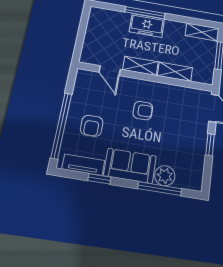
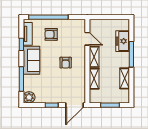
freezer: (147, 25) -> (123, 41), moved
shelving: (202, 32) -> (125, 78), moved
door: (110, 71) -> (87, 39), swing flipped
plant: (165, 176) -> (29, 97), moved

